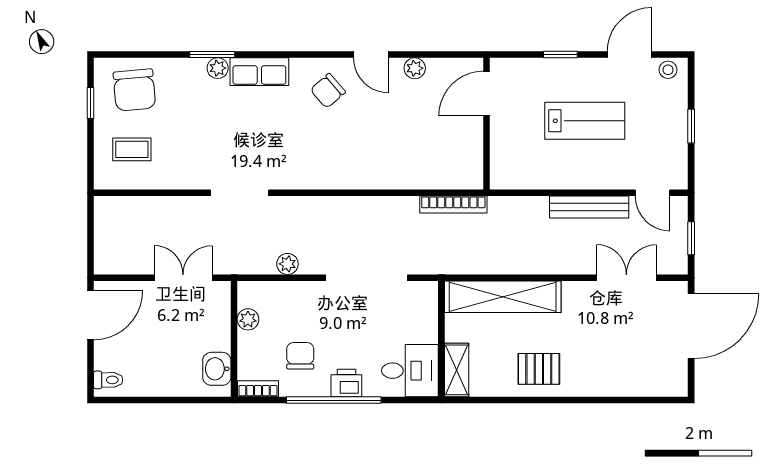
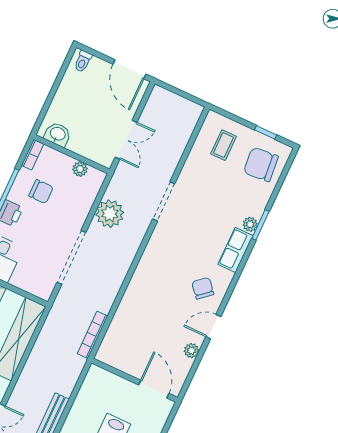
plant: (287, 264) -> (110, 214), width x1.88, depth x1.88

